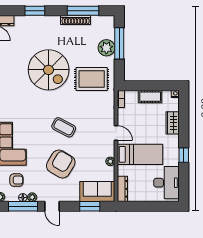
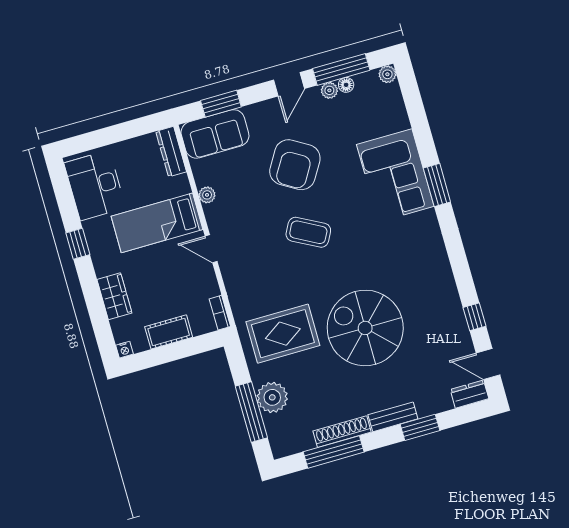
bench: (47, 20) -> (393, 417), added
armchair: (16, 180) -> (366, 113), removed
door: (52, 206) -> (289, 84), swing flipped

